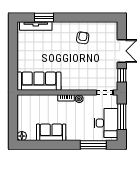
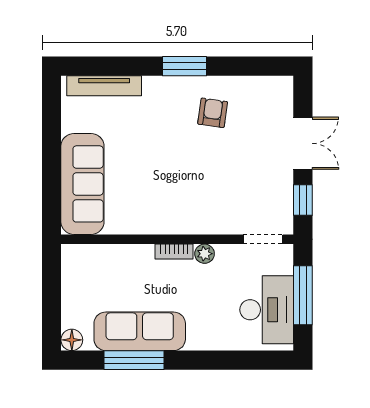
window: (44, 18) -> (185, 66), moved
sofa: (39, 81) -> (82, 184), moved, turned 90
sofa: (51, 132) -> (140, 331), width x1.36
window: (93, 145) -> (134, 360), moved

